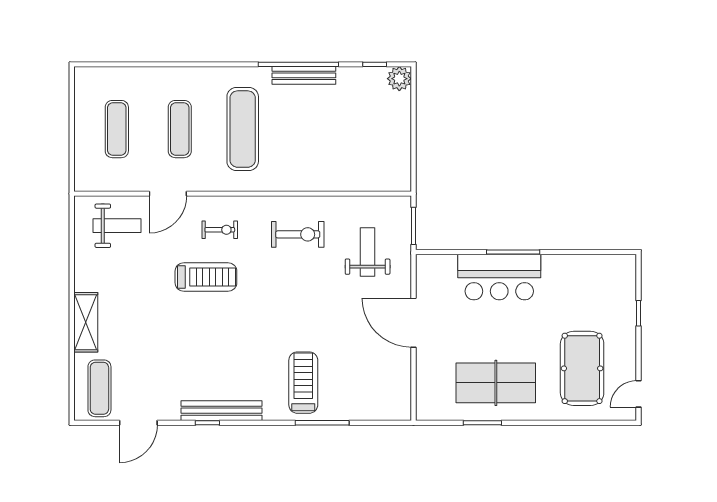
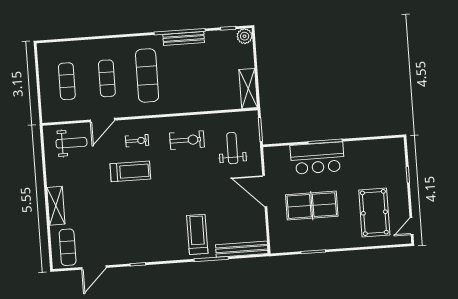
shelving: (399, 161) -> (248, 89), added
table tennis table: (496, 383) -> (312, 206), moved
bench: (221, 411) -> (242, 249), moved

